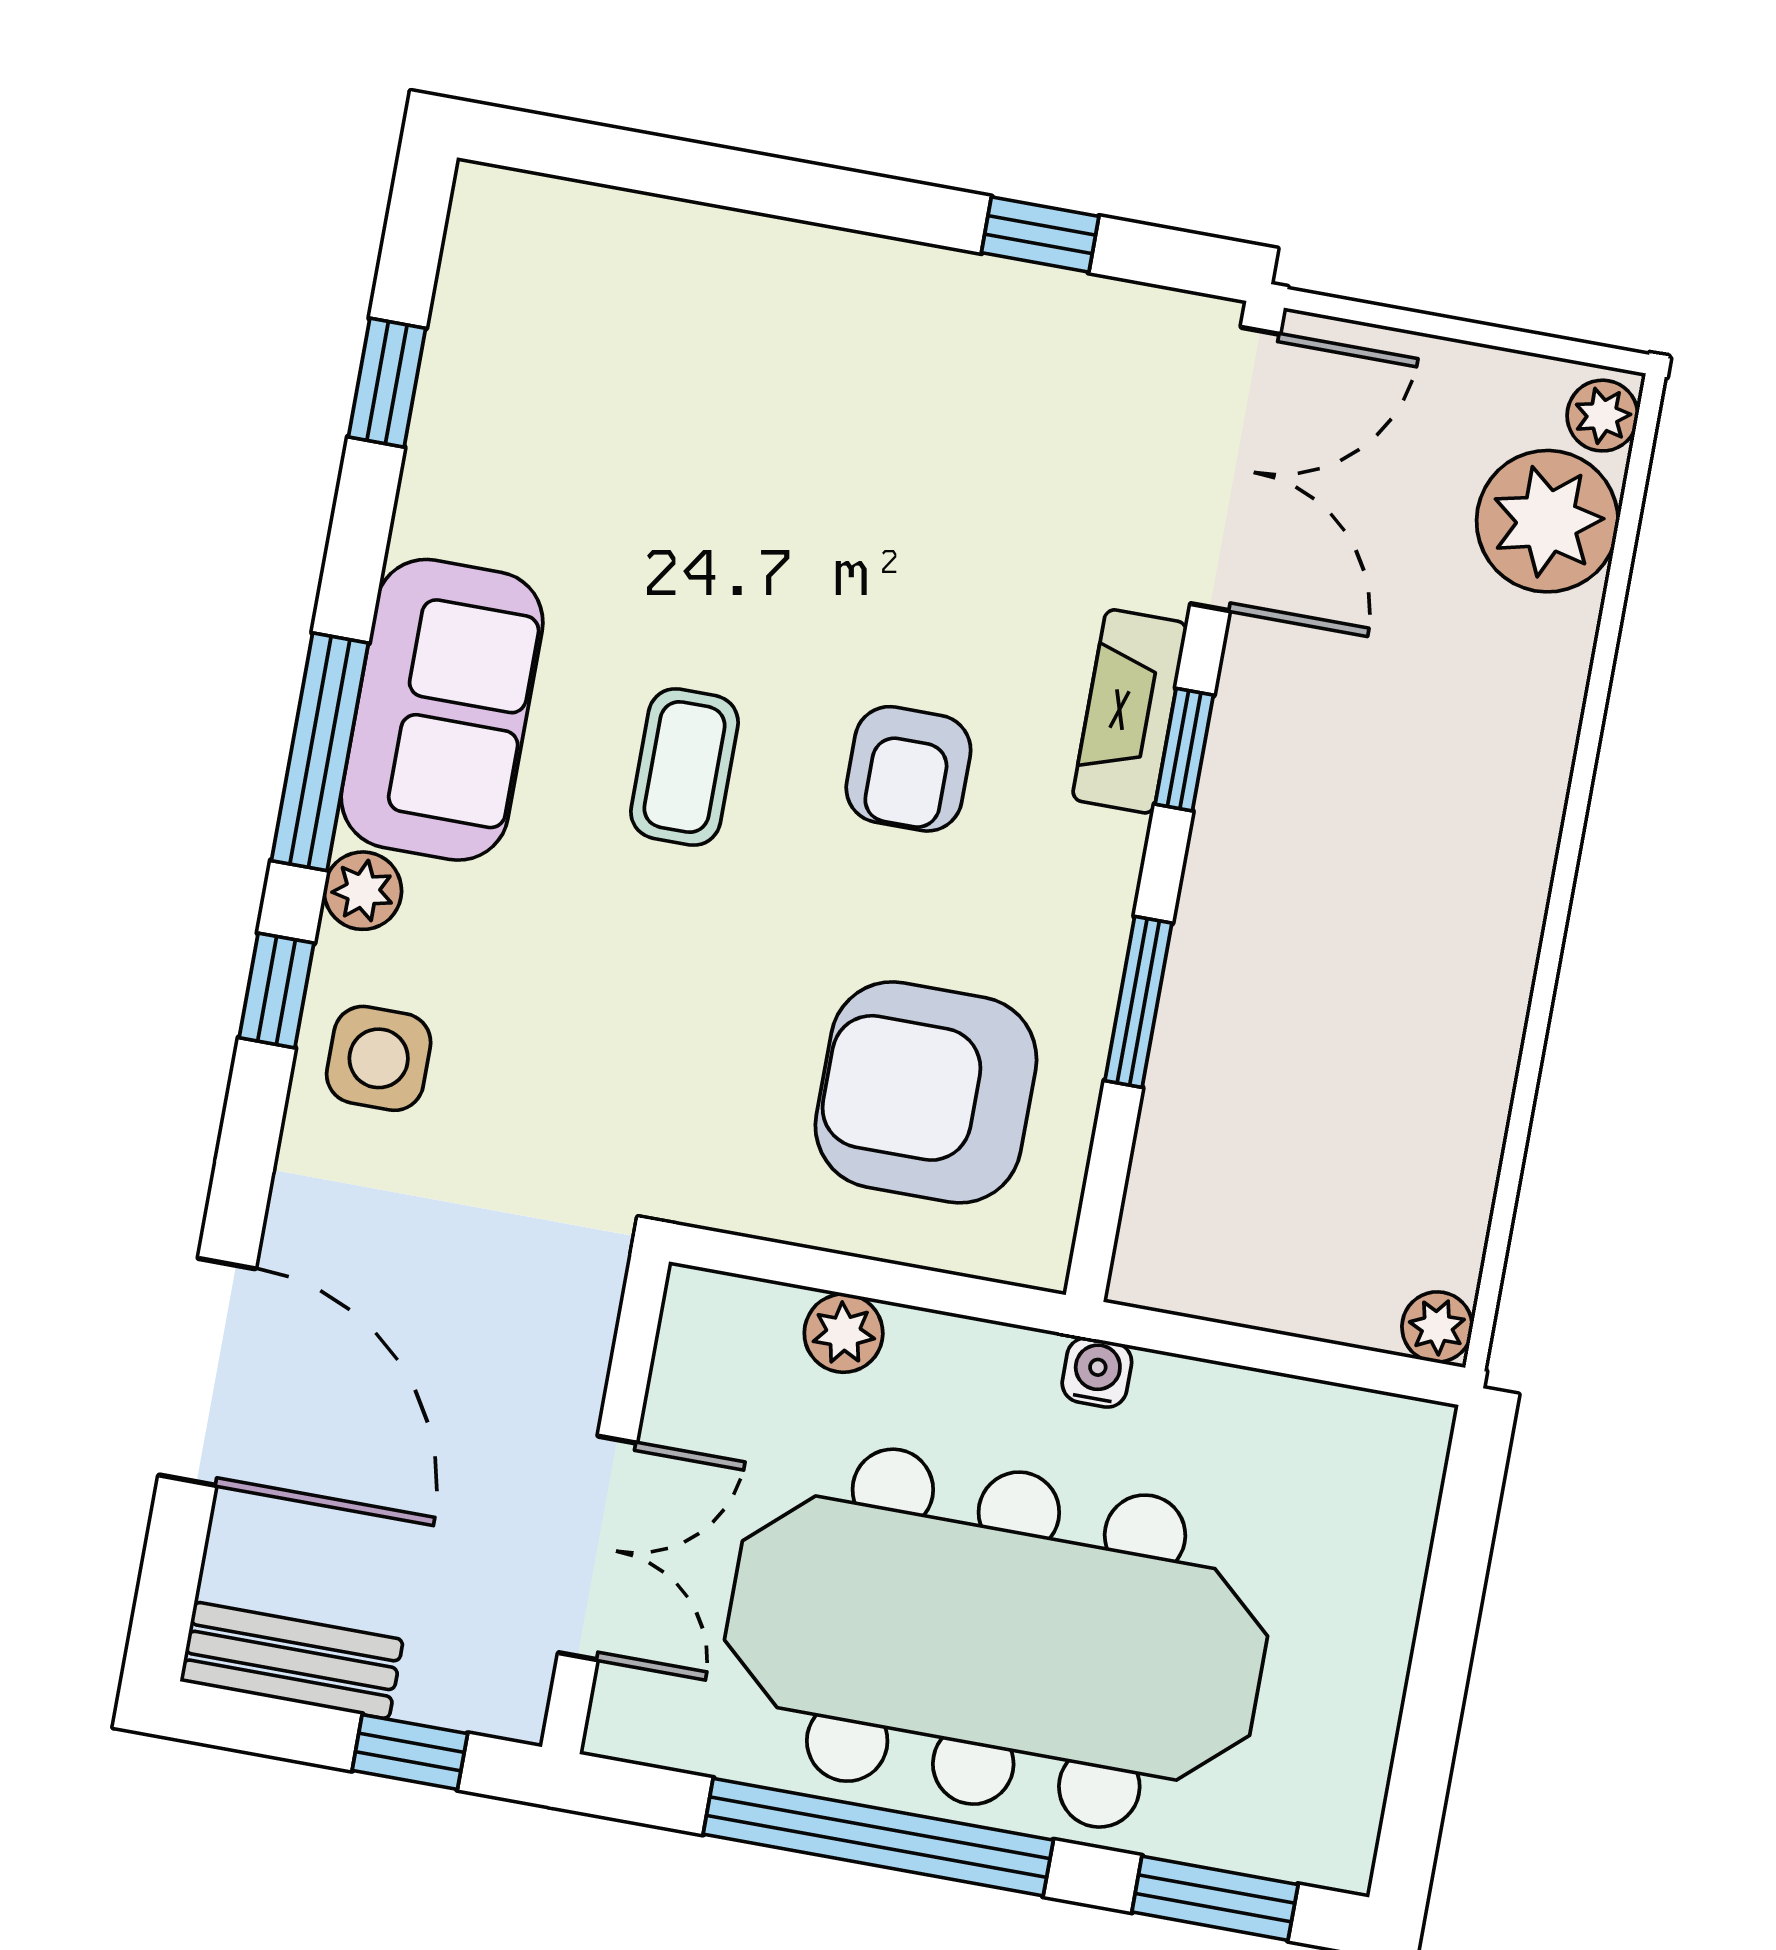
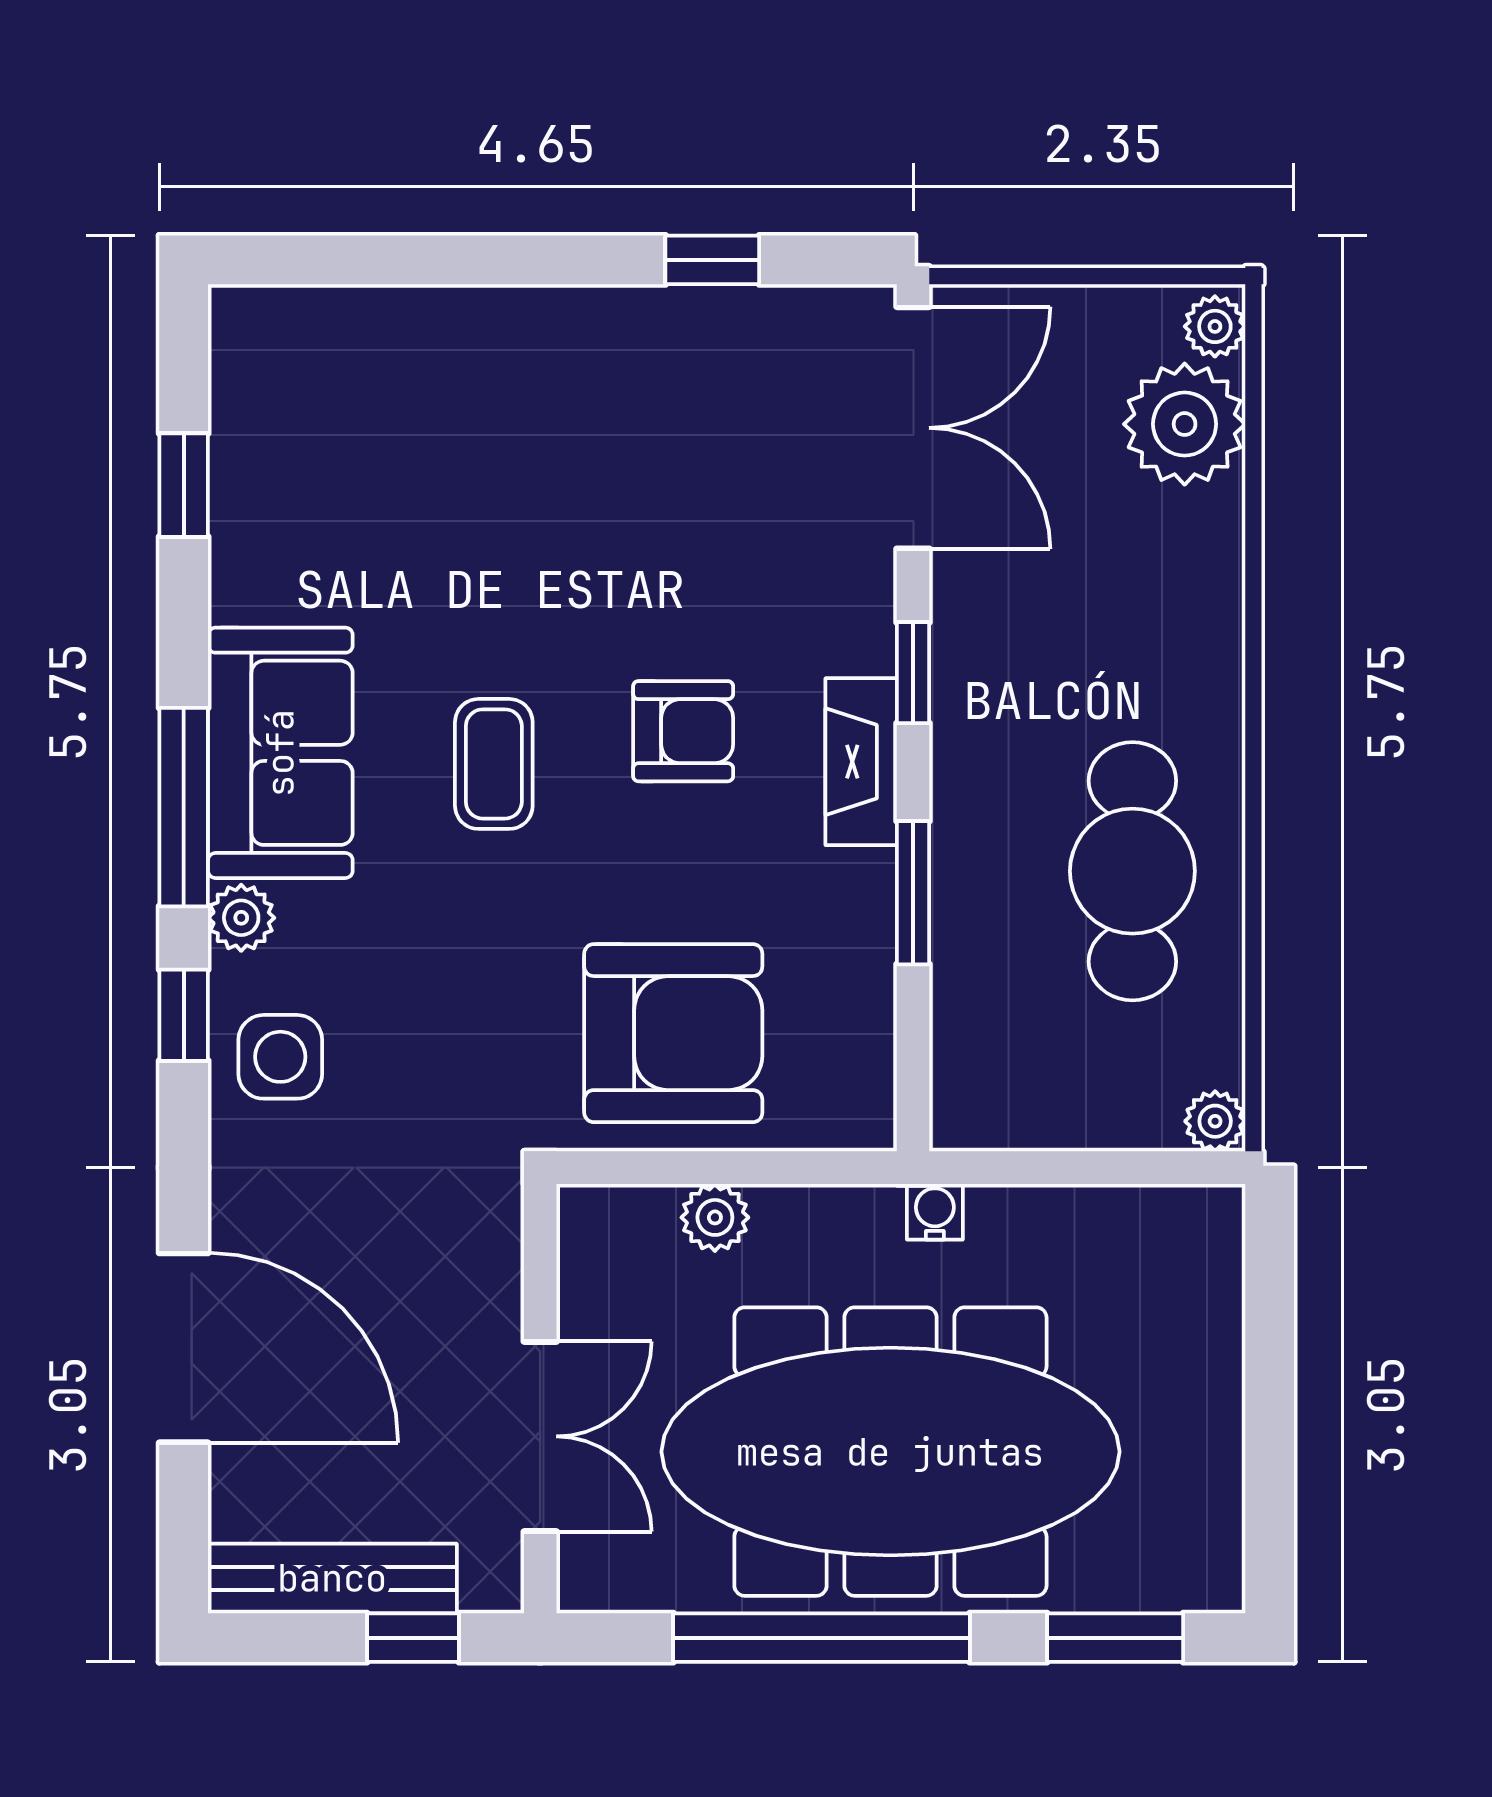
fireplace: (1130, 711) -> (861, 762), moved
armchair: (908, 769) -> (683, 731), turned -90
cafe table: (1394, 1023) -> (1132, 871), added
armchair: (926, 1092) -> (673, 1033), moved, turned 180
bench: (292, 1660) -> (332, 1578), width x1.36

